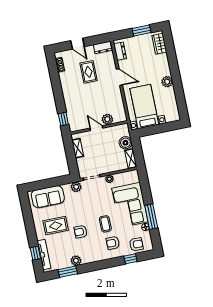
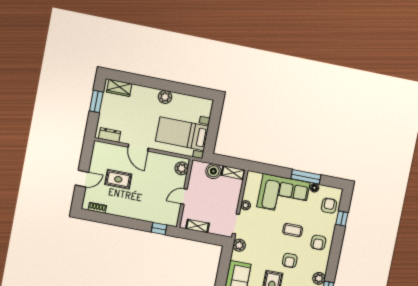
dresser: (103, 47) -> (98, 153), removed
door: (119, 77) -> (138, 148), swing flipped
plant: (107, 119) -> (182, 168), moved
armchair: (113, 243) -> (318, 242), moved

